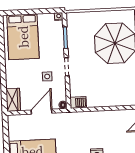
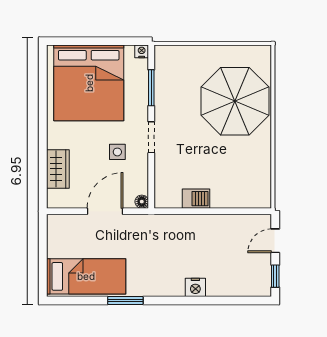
bed: (23, 37) -> (89, 83), width x1.36
wardrobe: (13, 100) -> (58, 169), moved
barbecue: (78, 103) -> (196, 199), moved

